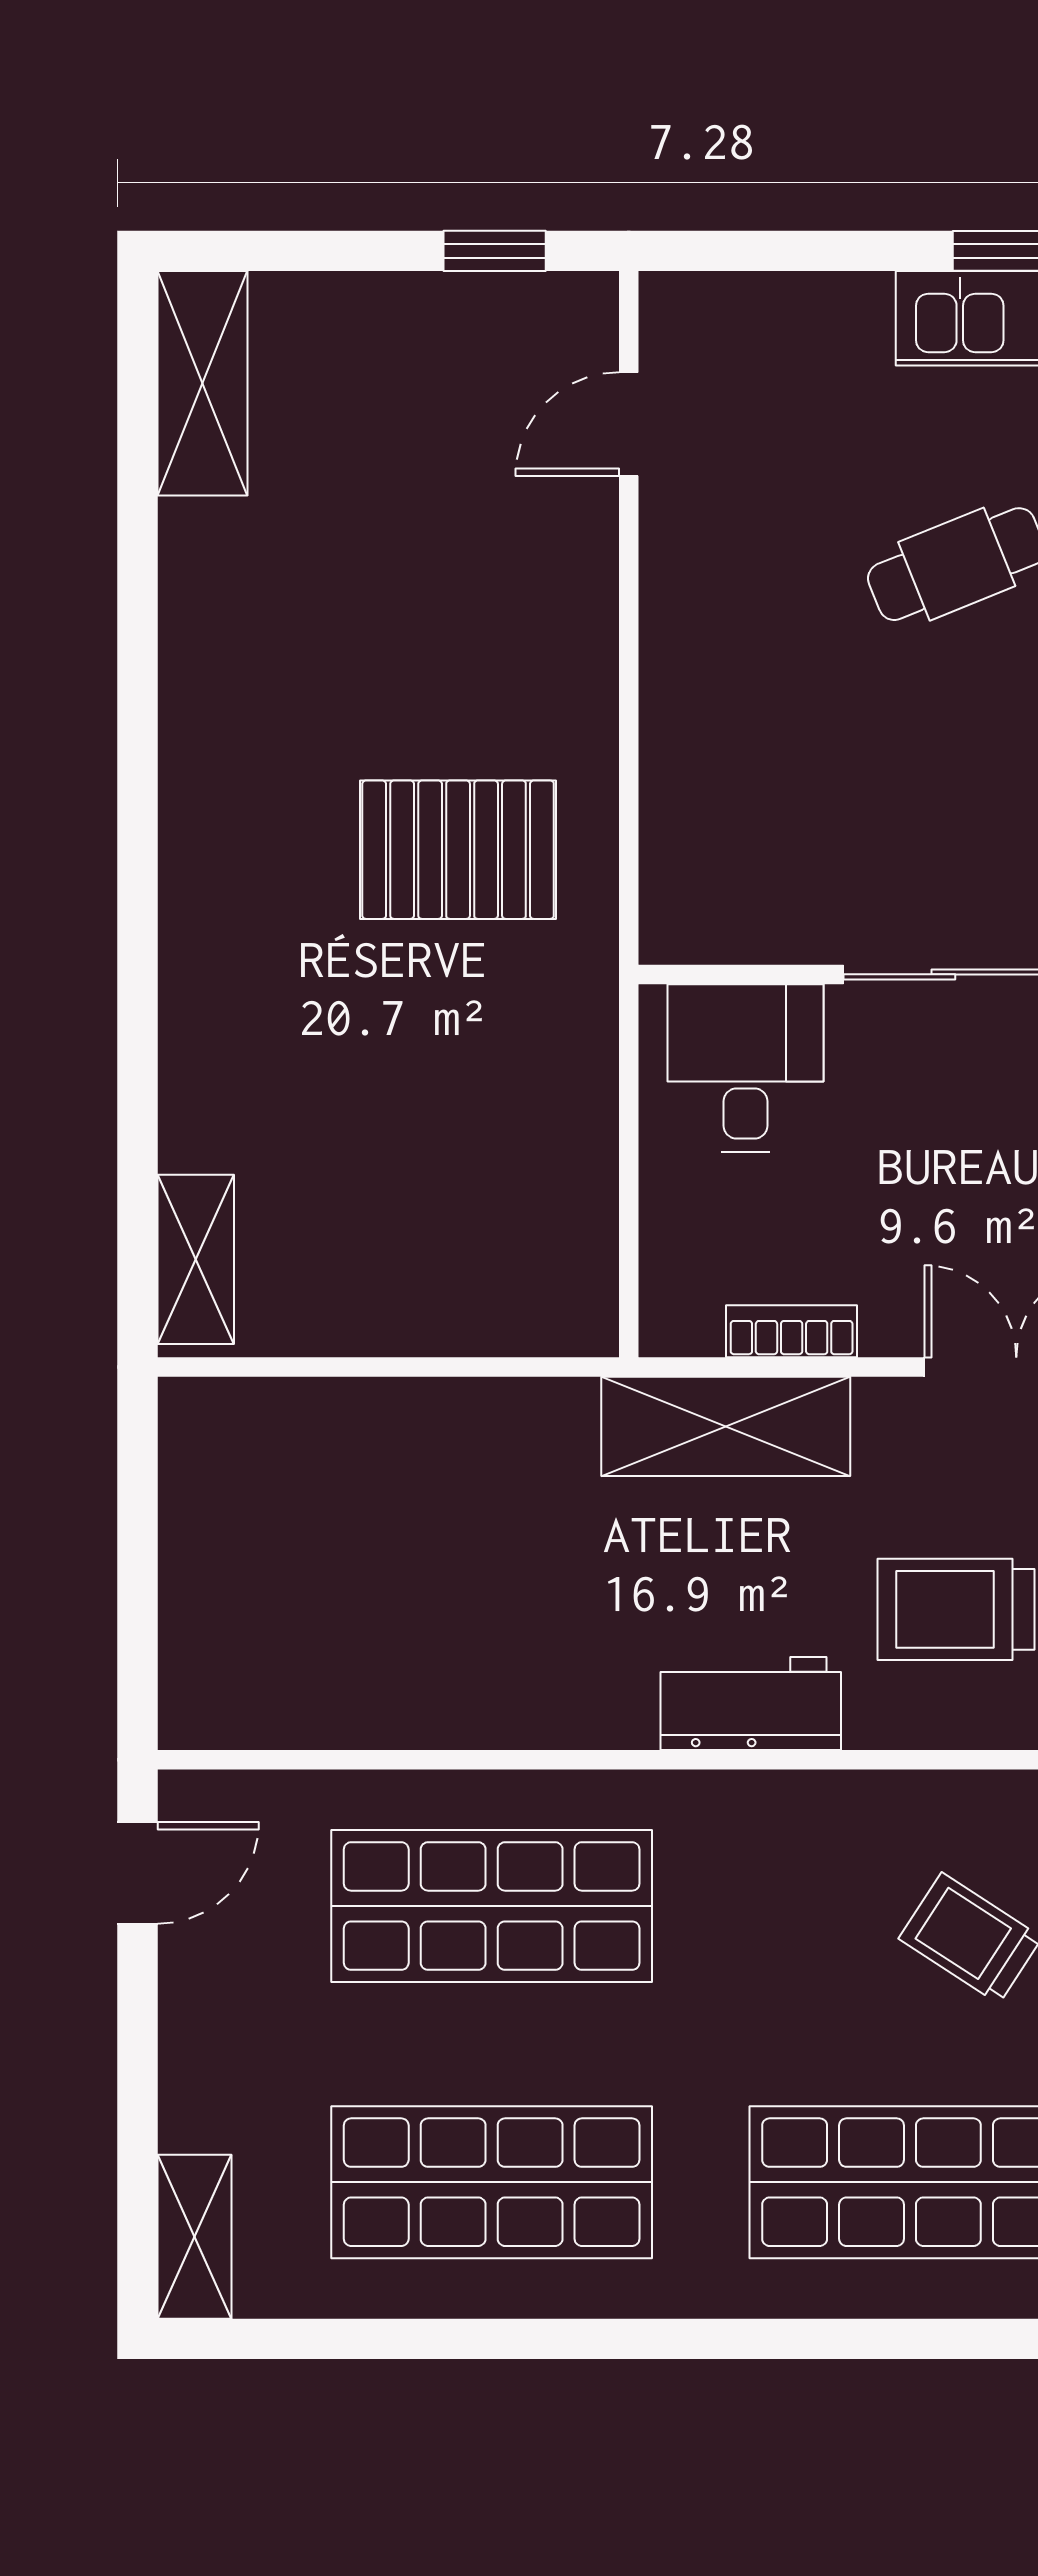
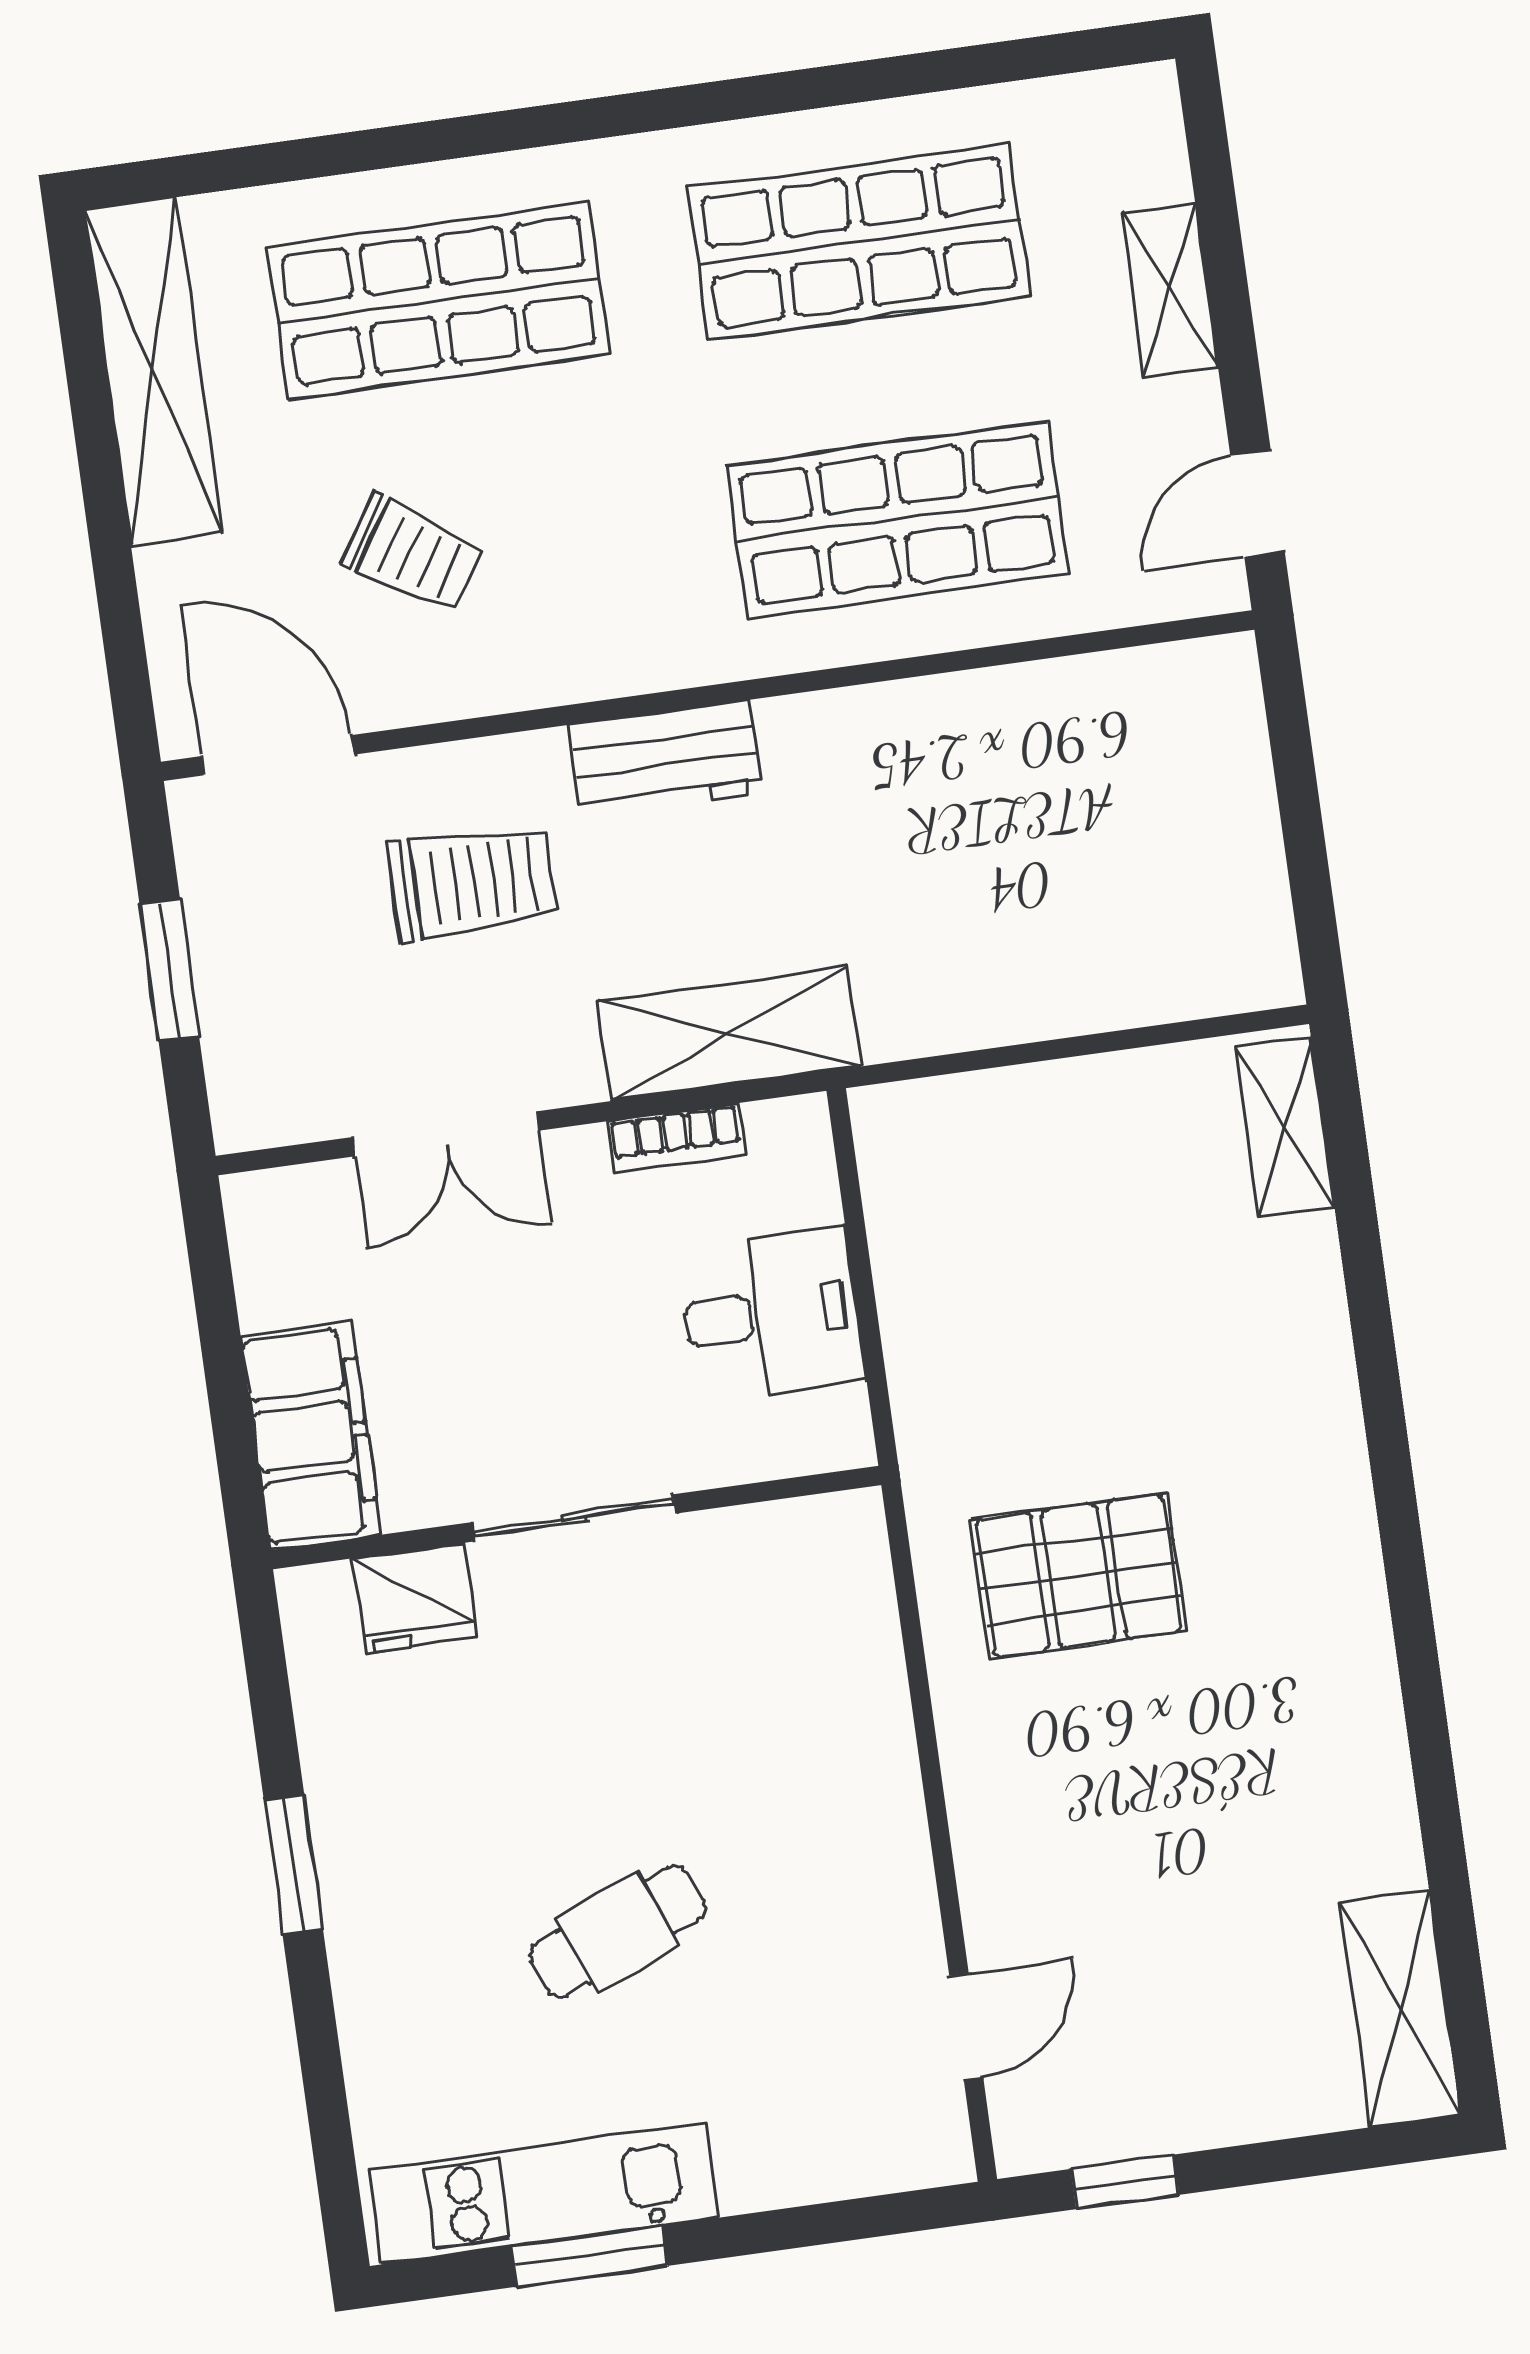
desk: (745, 1068) -> (771, 1314), moved, turned -90
shelving: (195, 2237) -> (1170, 290), moved

